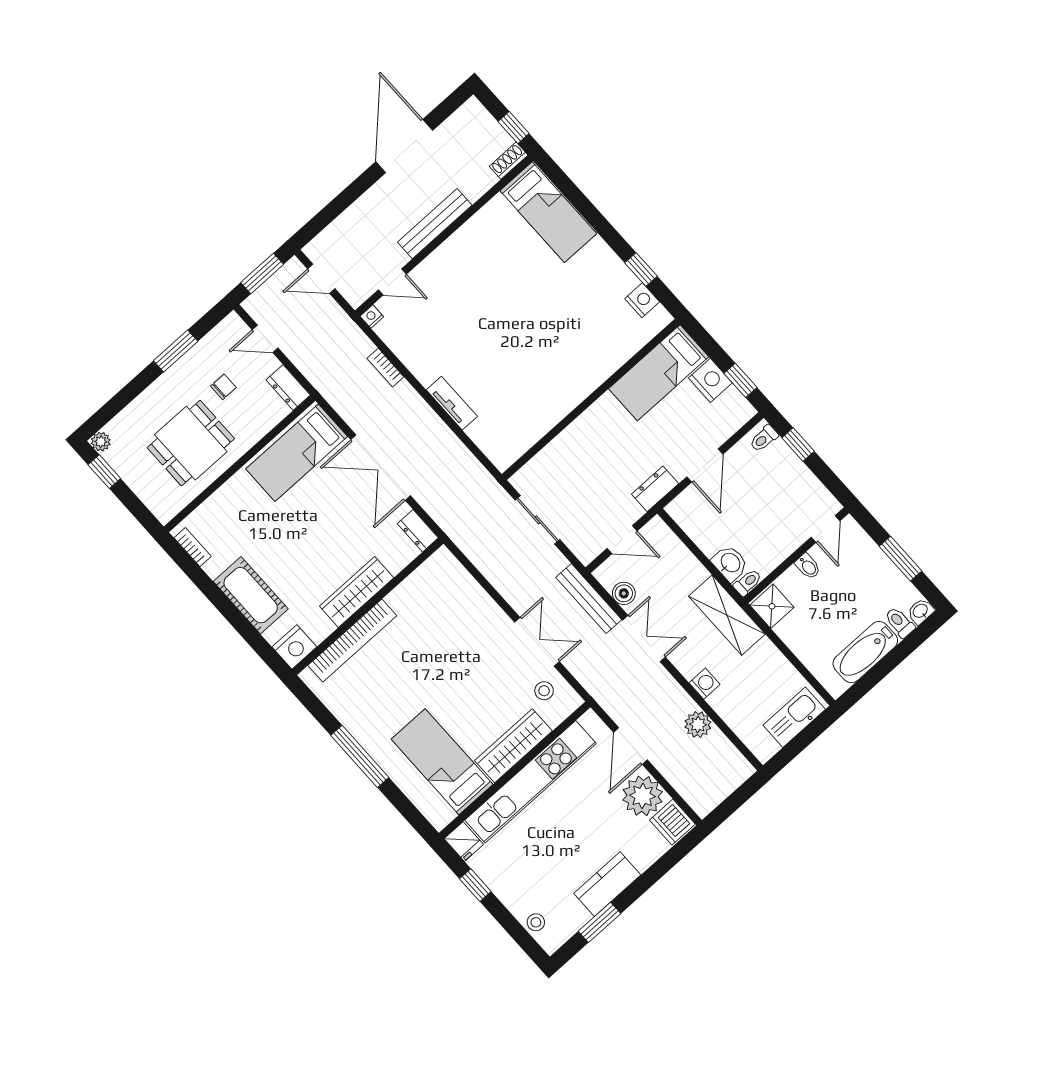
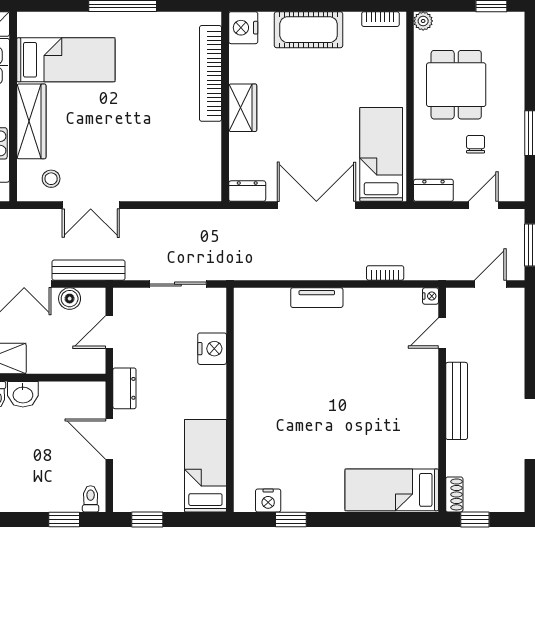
nightstand: (710, 380) -> (212, 349), moved, turned -90
chair: (223, 387) -> (476, 144), turned 180
plant: (101, 442) -> (423, 21), moved
wardrobe: (357, 592) -> (243, 108), width x0.67

